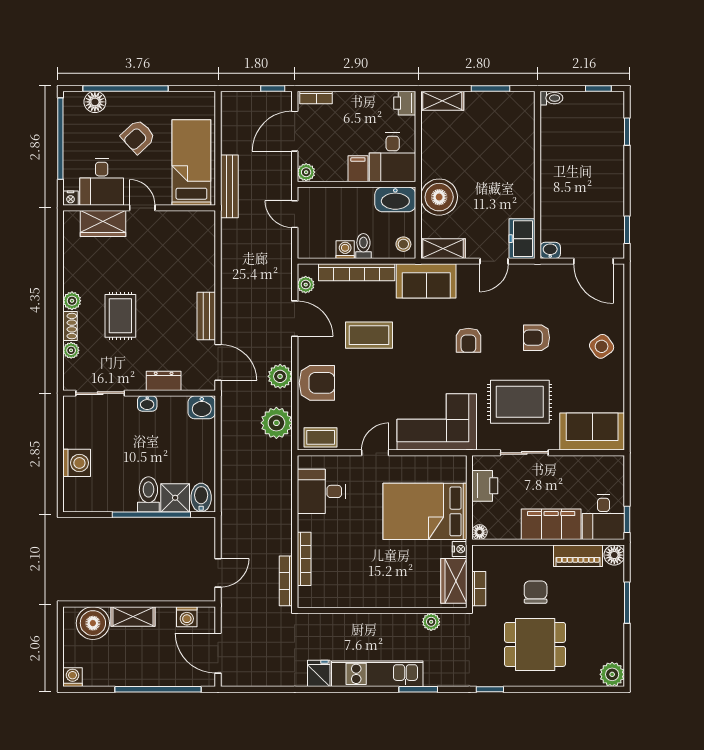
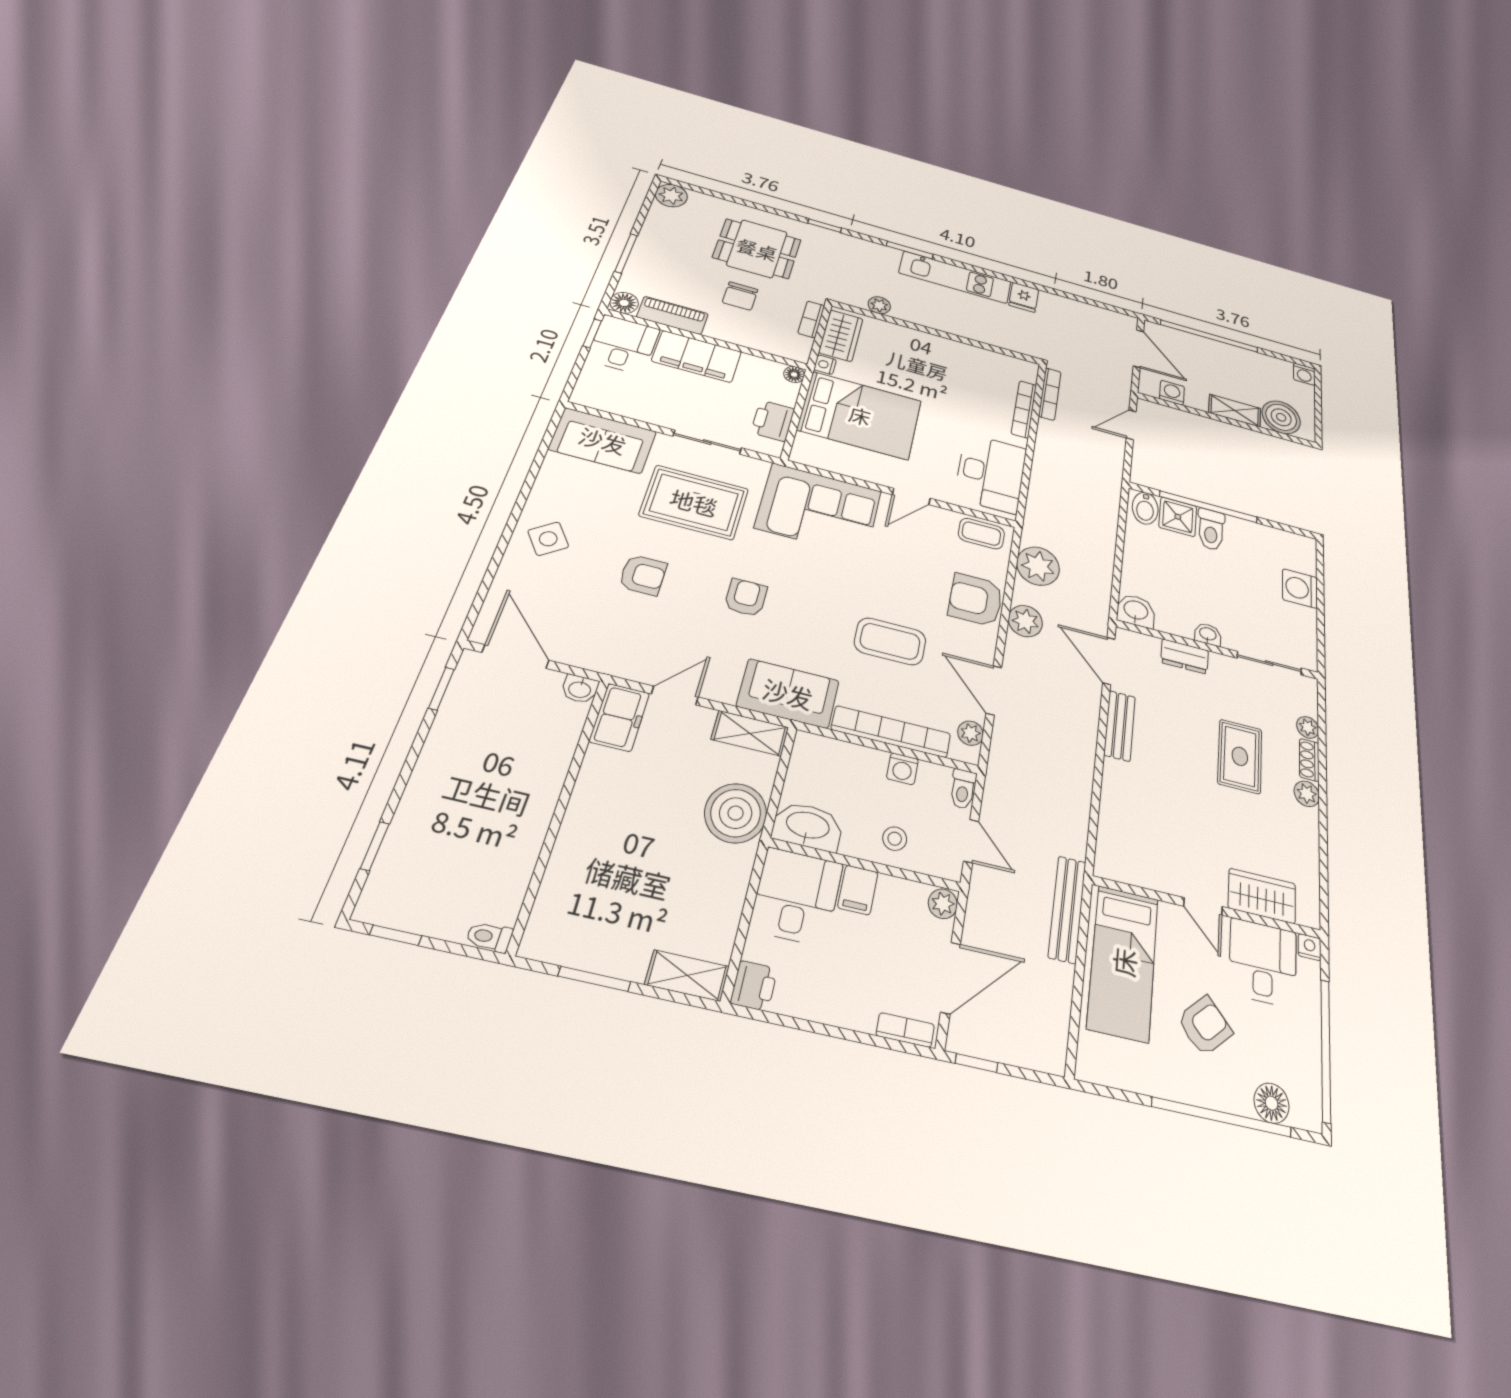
stool: (403, 244) -> (895, 839), moved
toilet: (363, 246) -> (963, 789), moved
desk: (321, 491) -> (991, 473), width x1.37

